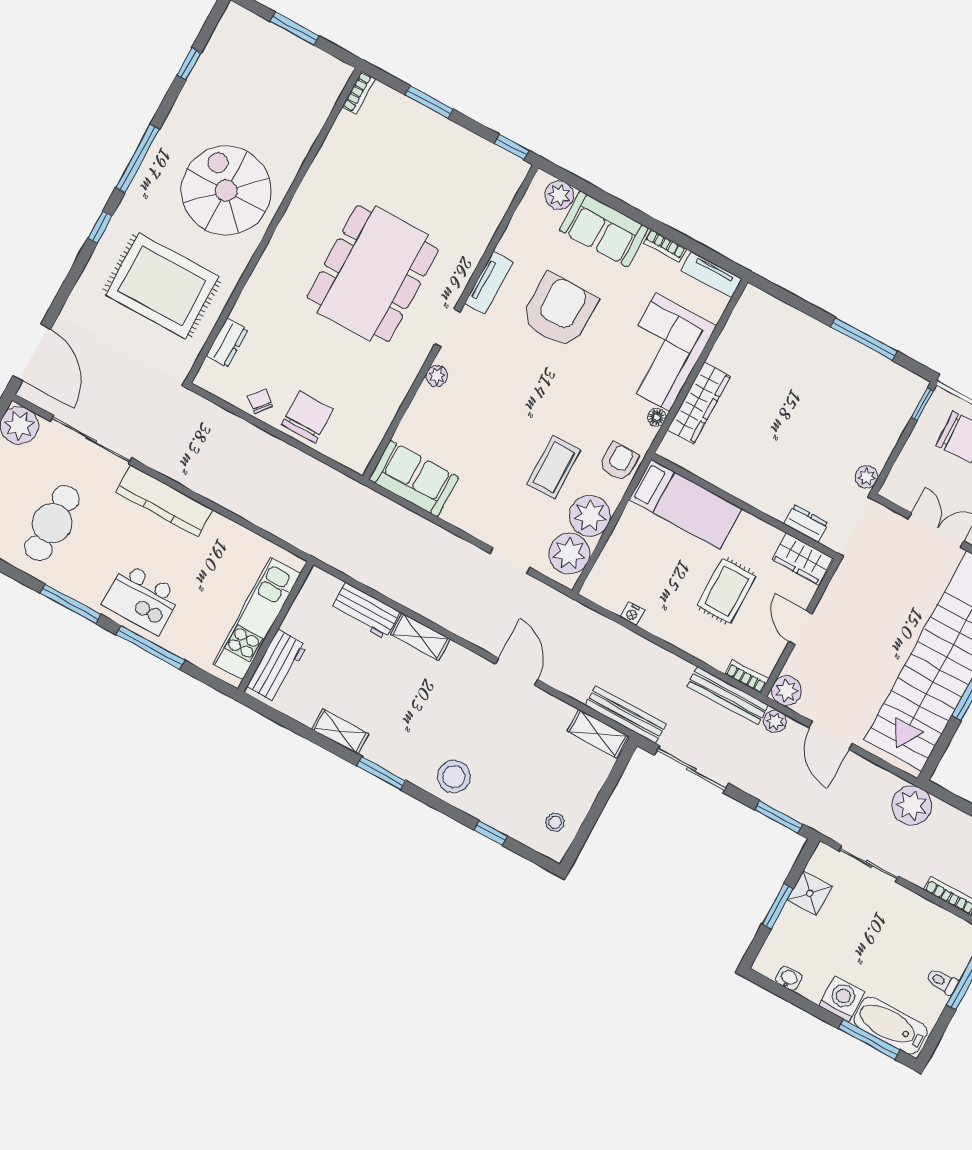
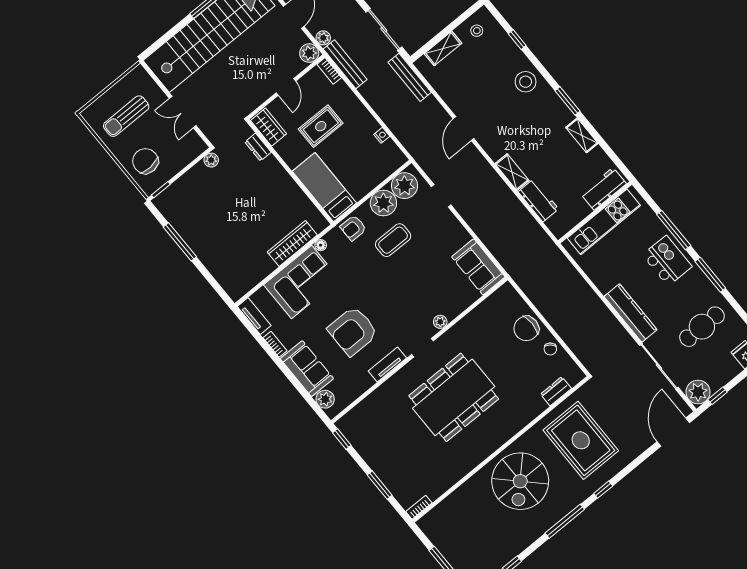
shelving: (598, 734) -> (443, 48), moved, turned 90

